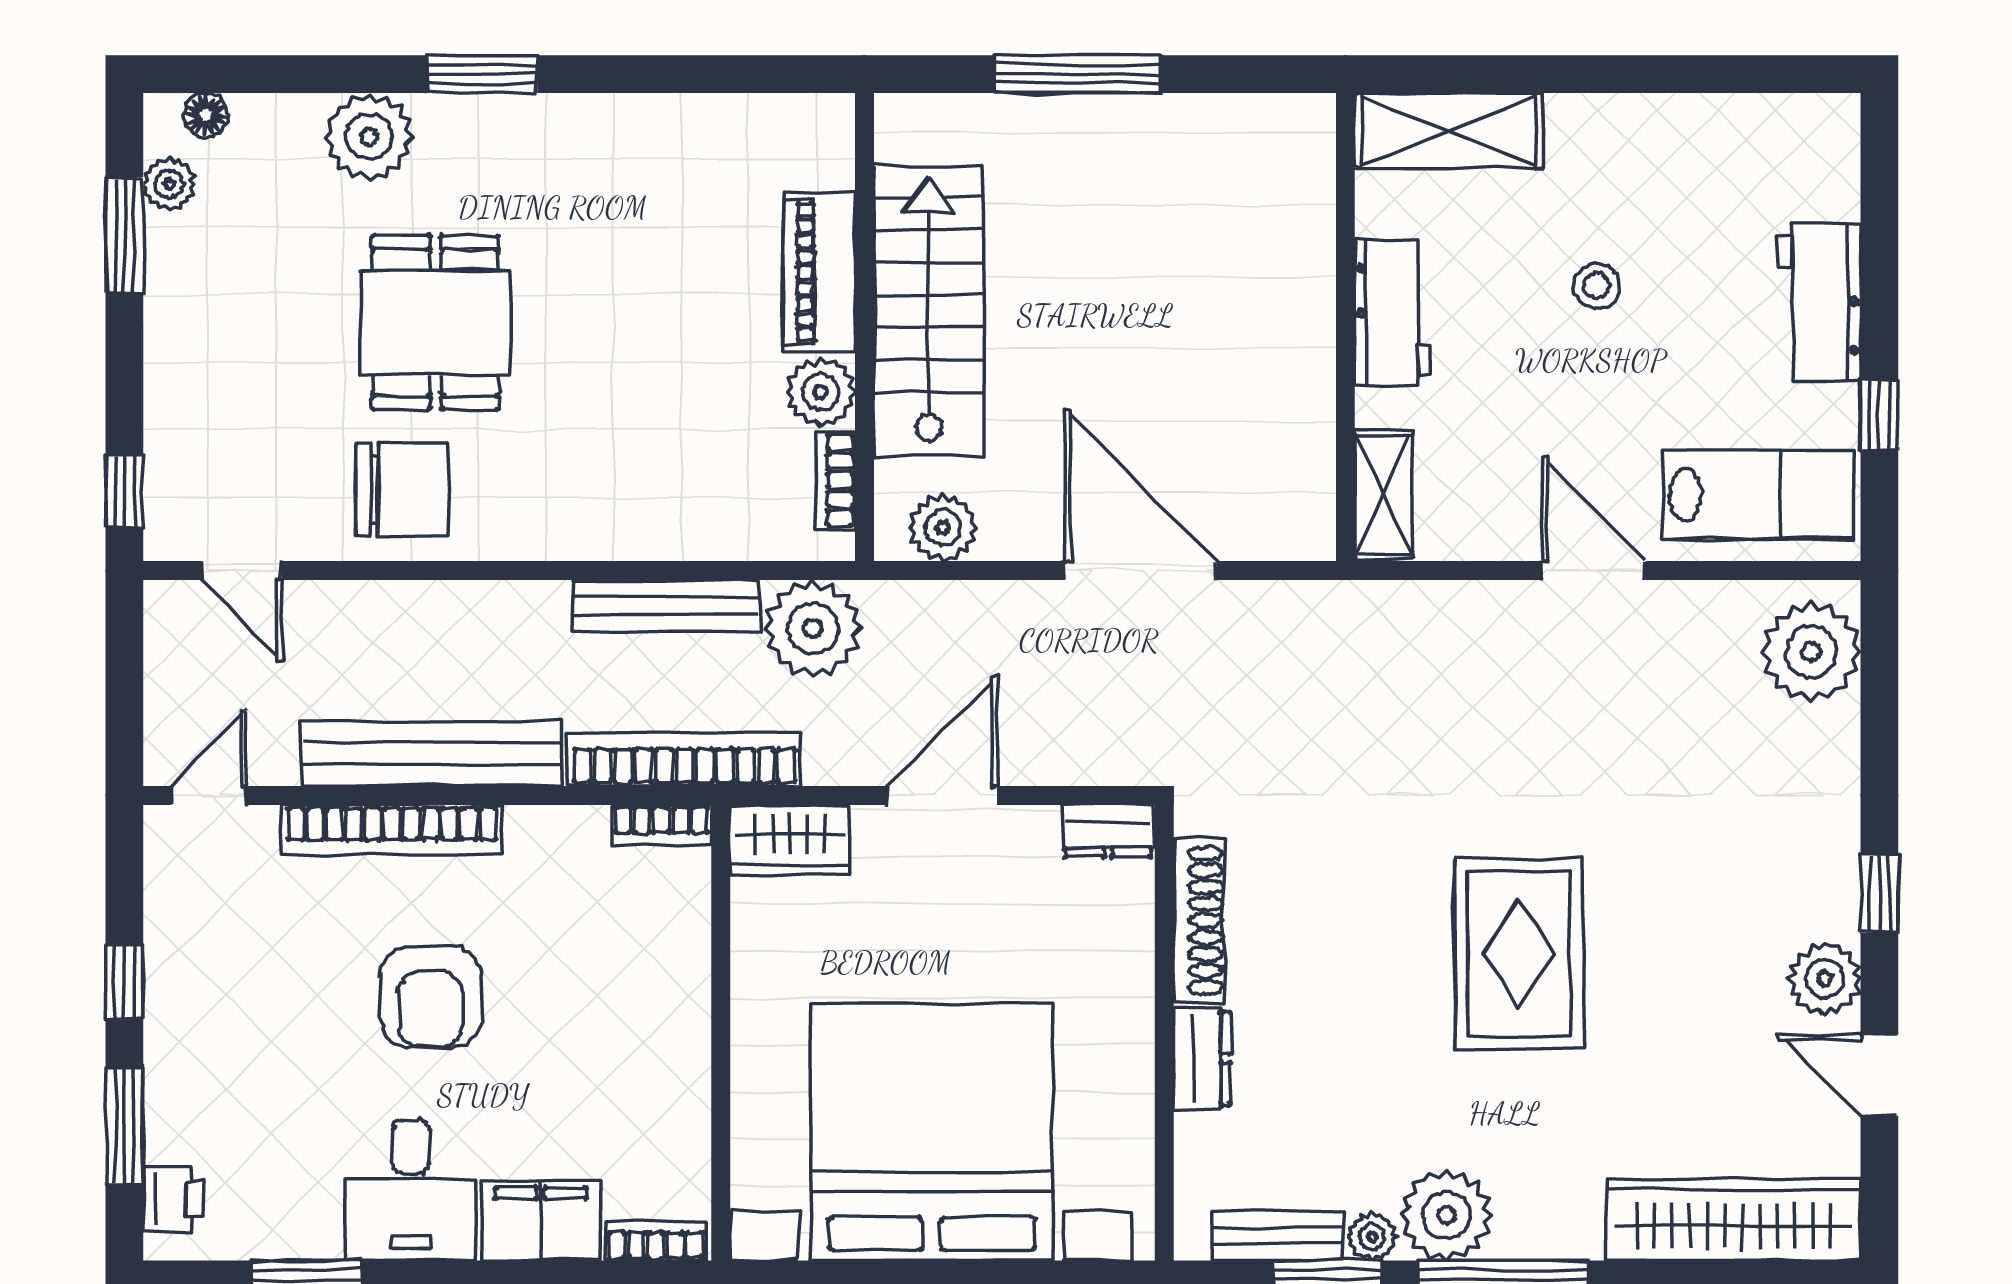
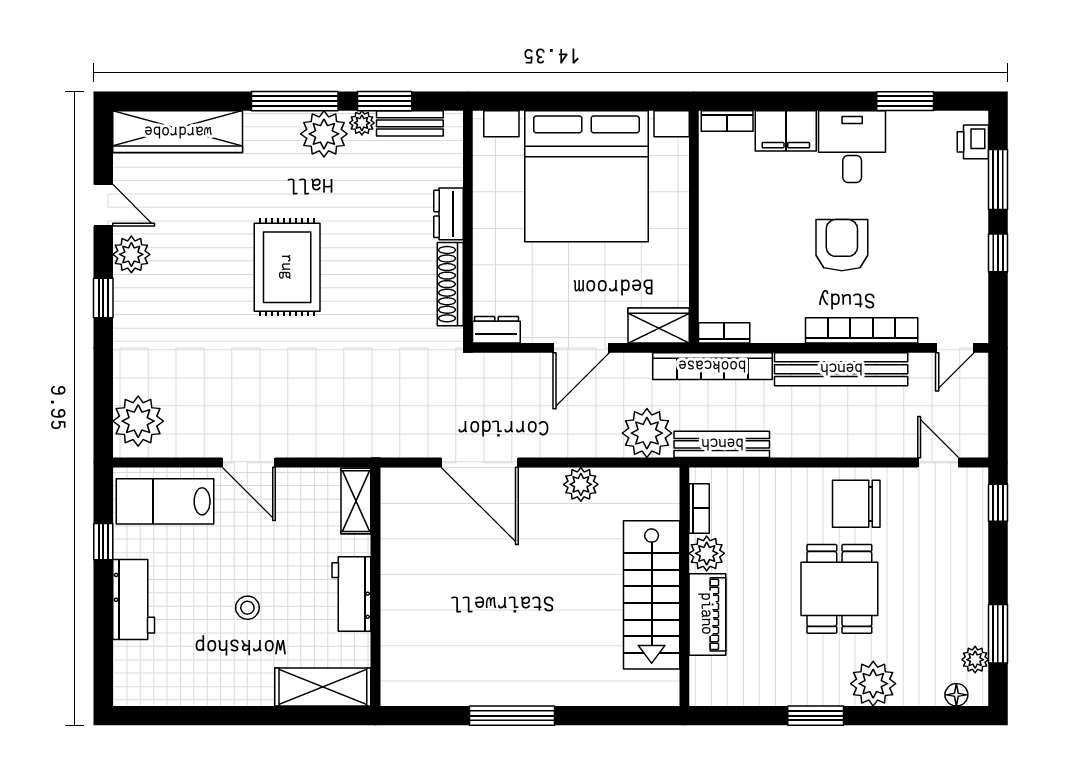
piano: (819, 273) -> (707, 614), moved
stairs: (929, 311) -> (652, 595), moved
wall: (864, 327) -> (684, 587), moved
plant: (821, 392) -> (707, 553), moved
bookcase: (836, 480) -> (699, 508), moved

